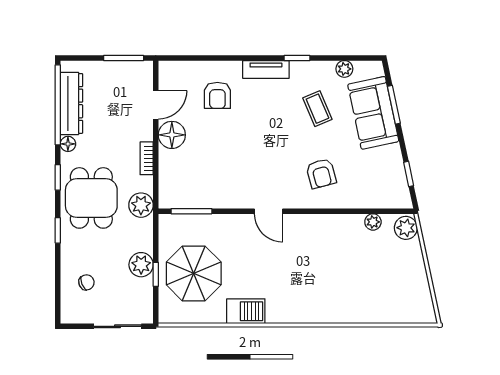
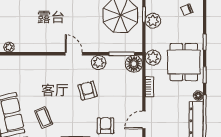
floor lamp: (172, 135) -> (134, 64), moved
armchair: (321, 173) -> (88, 91), moved
plant: (229, 197) -> (99, 63), added

